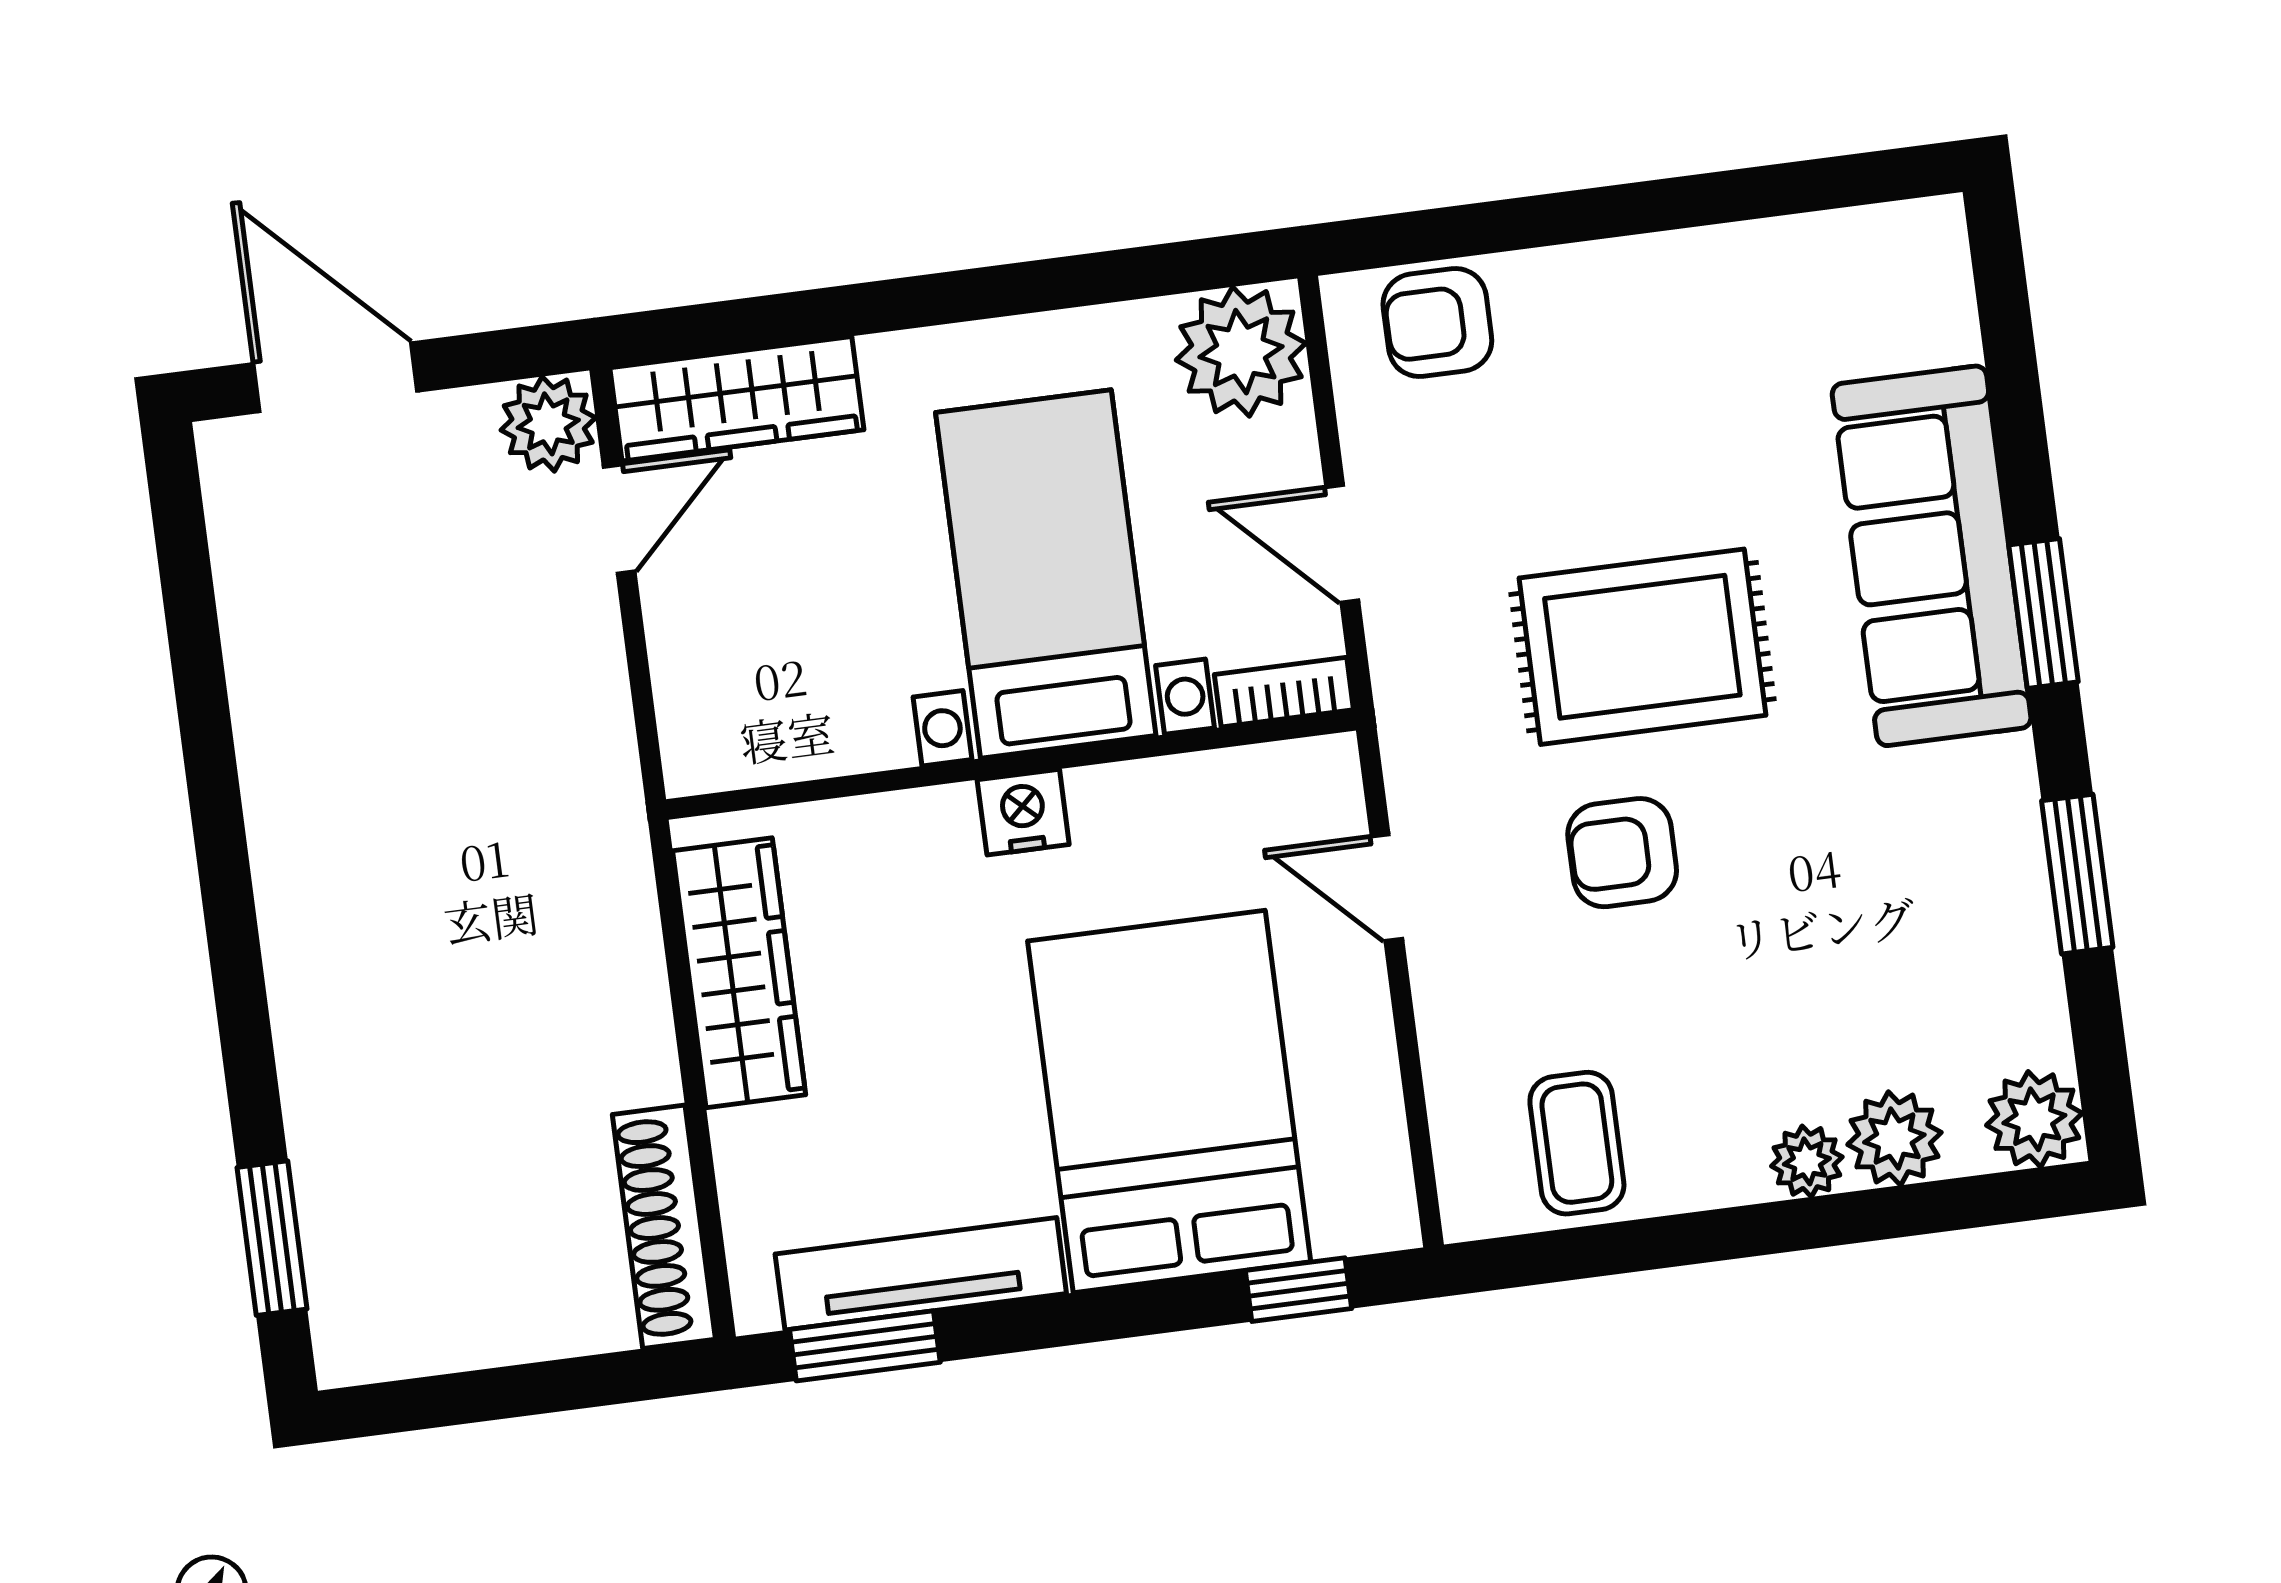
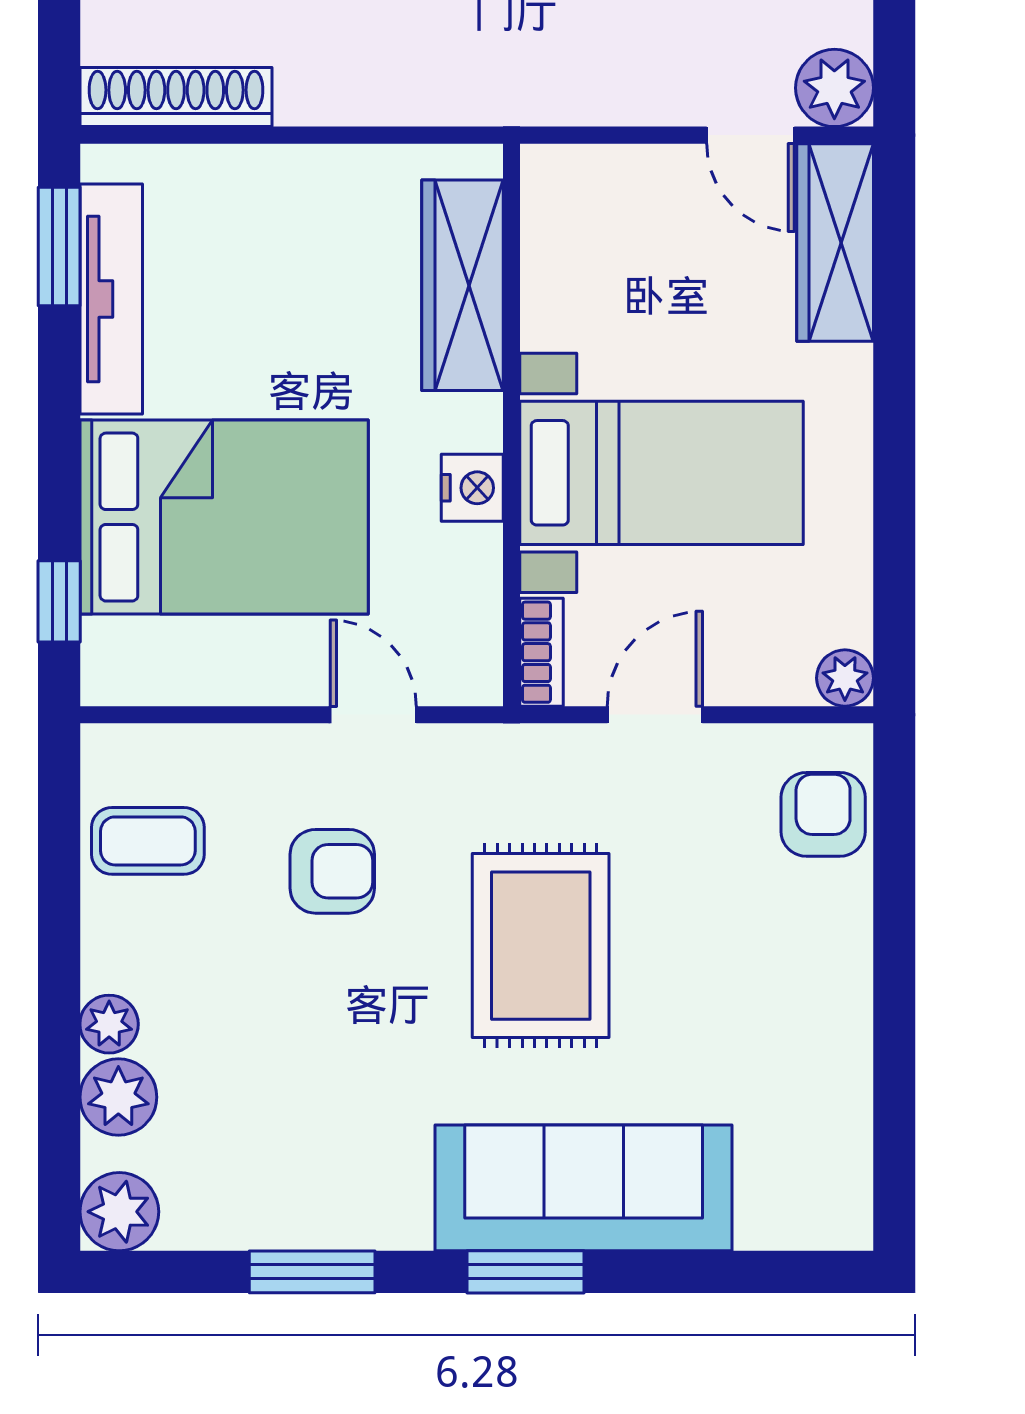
plant: (1241, 352) -> (845, 678), width x0.53, depth x0.53
nightstand: (1023, 812) -> (472, 488), moved
armchair: (1622, 853) -> (332, 871), moved, turned 90
door: (1387, 888) -> (373, 715), hinge flipped
wardrobe: (739, 973) -> (462, 285), moved, turned 90

